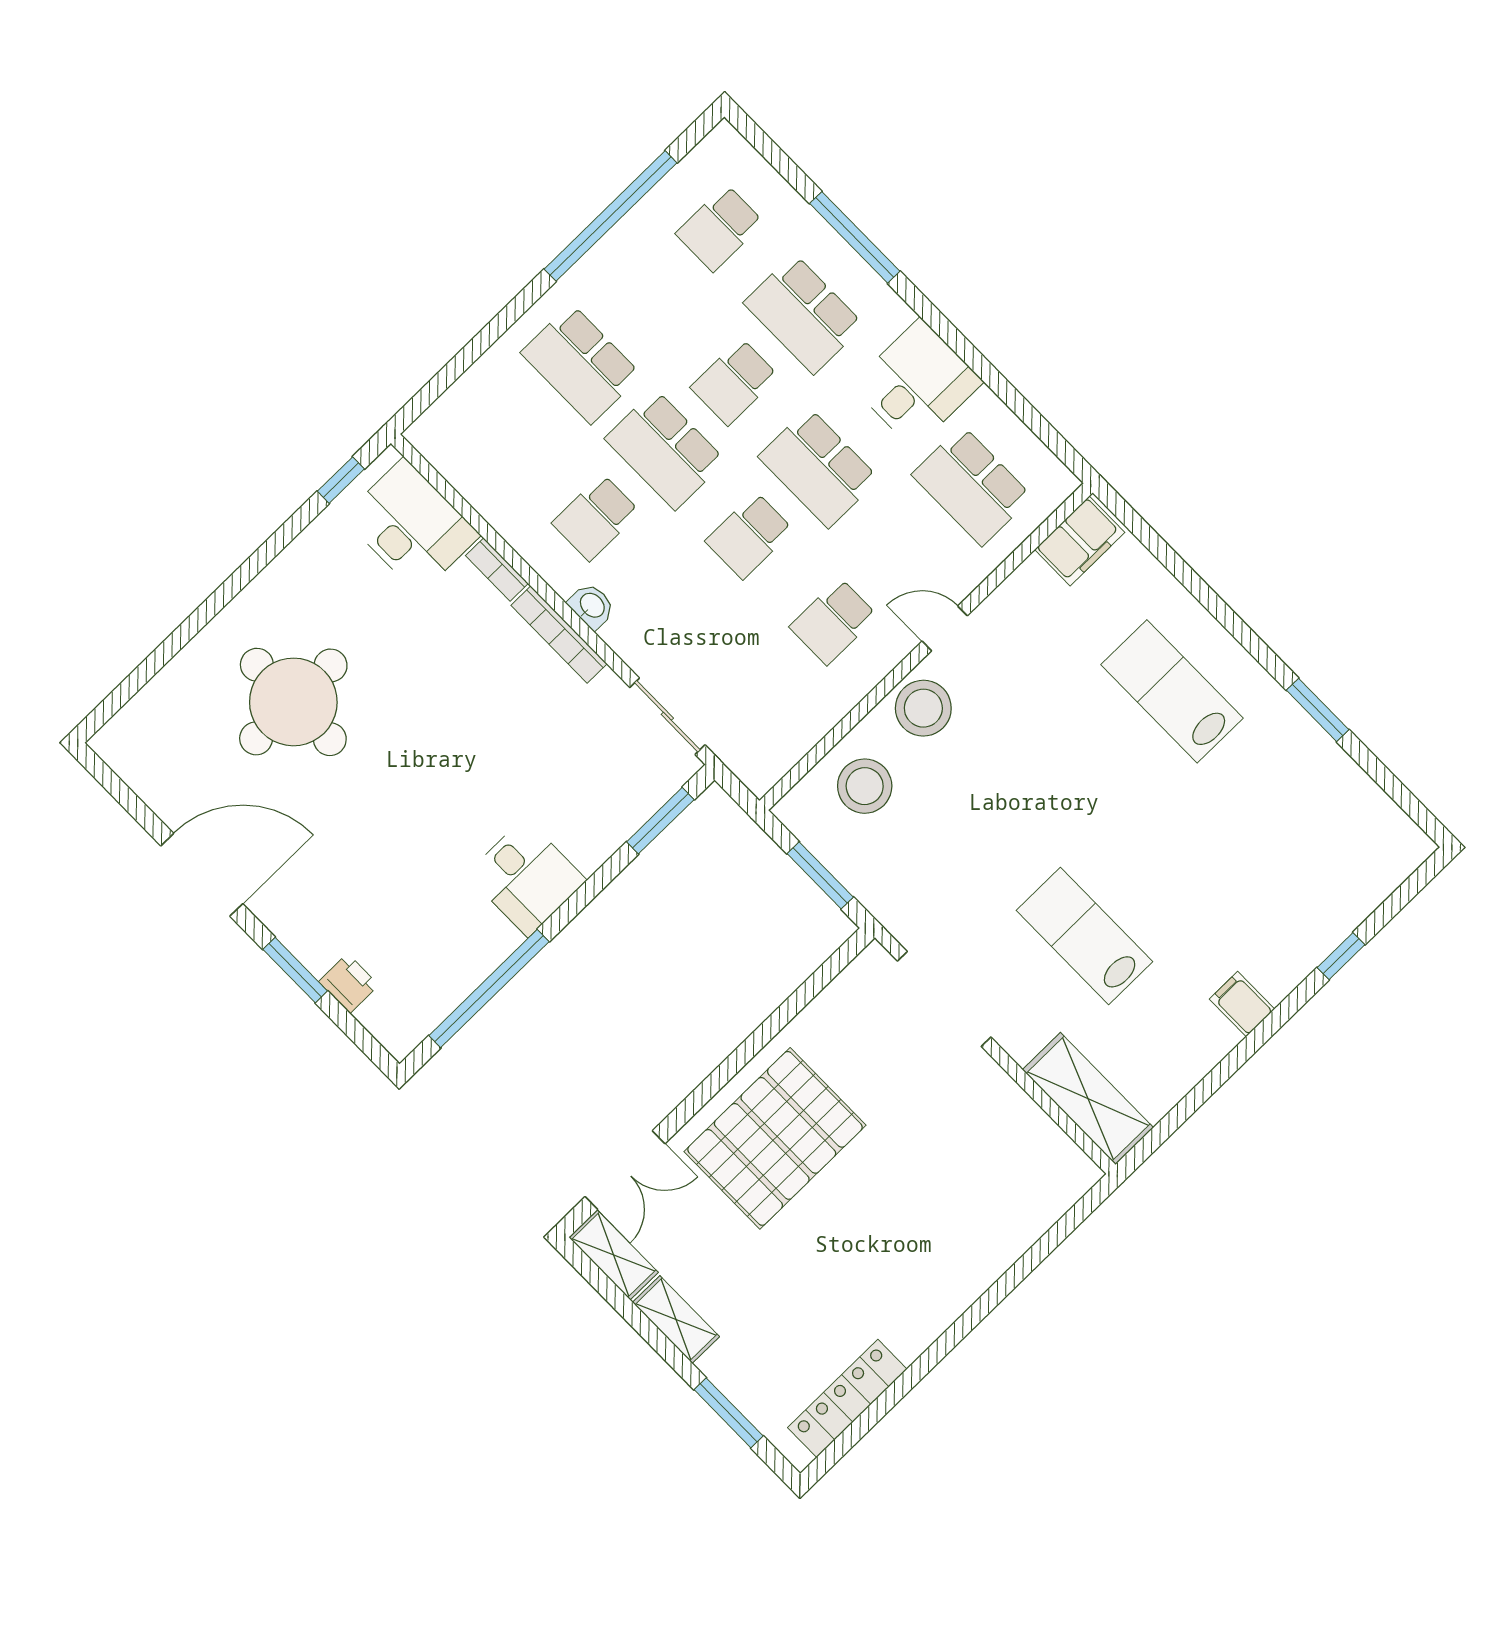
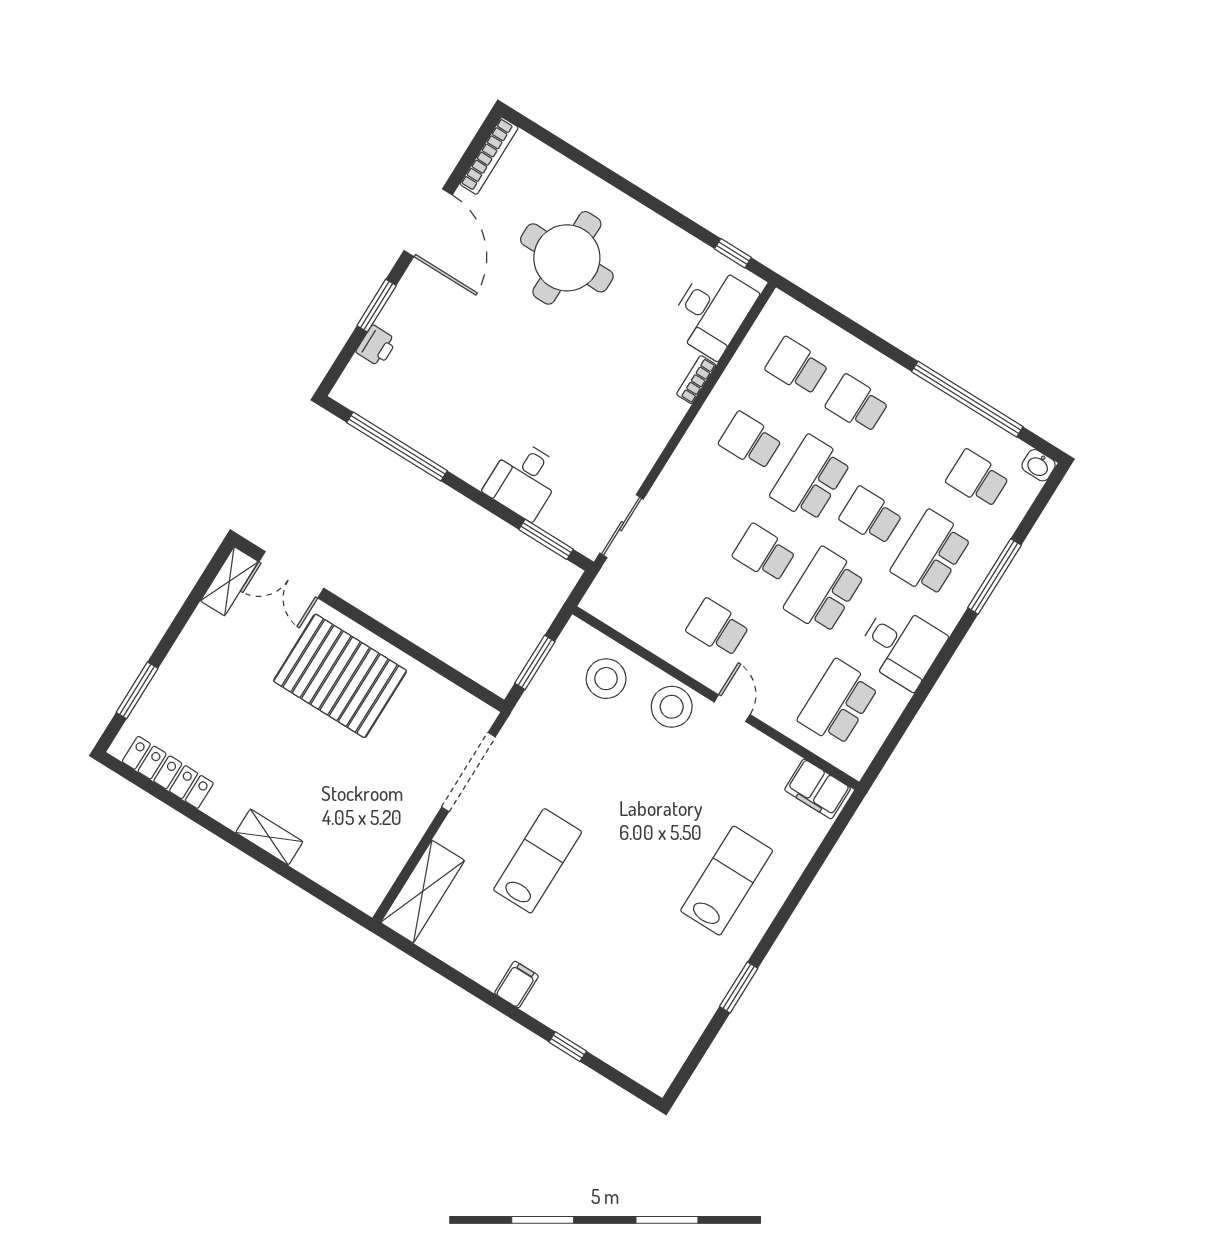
school desk: (581, 364) -> (857, 404), width x0.54
school desk: (512, 432) -> (797, 366), added
washbasin: (592, 606) -> (1039, 465), moved, turned 90
bookcase: (559, 635) -> (489, 156), moved, turned 180
desk: (526, 877) -> (524, 480), moved
shelving: (676, 1319) -> (269, 837), moved, turned 90

